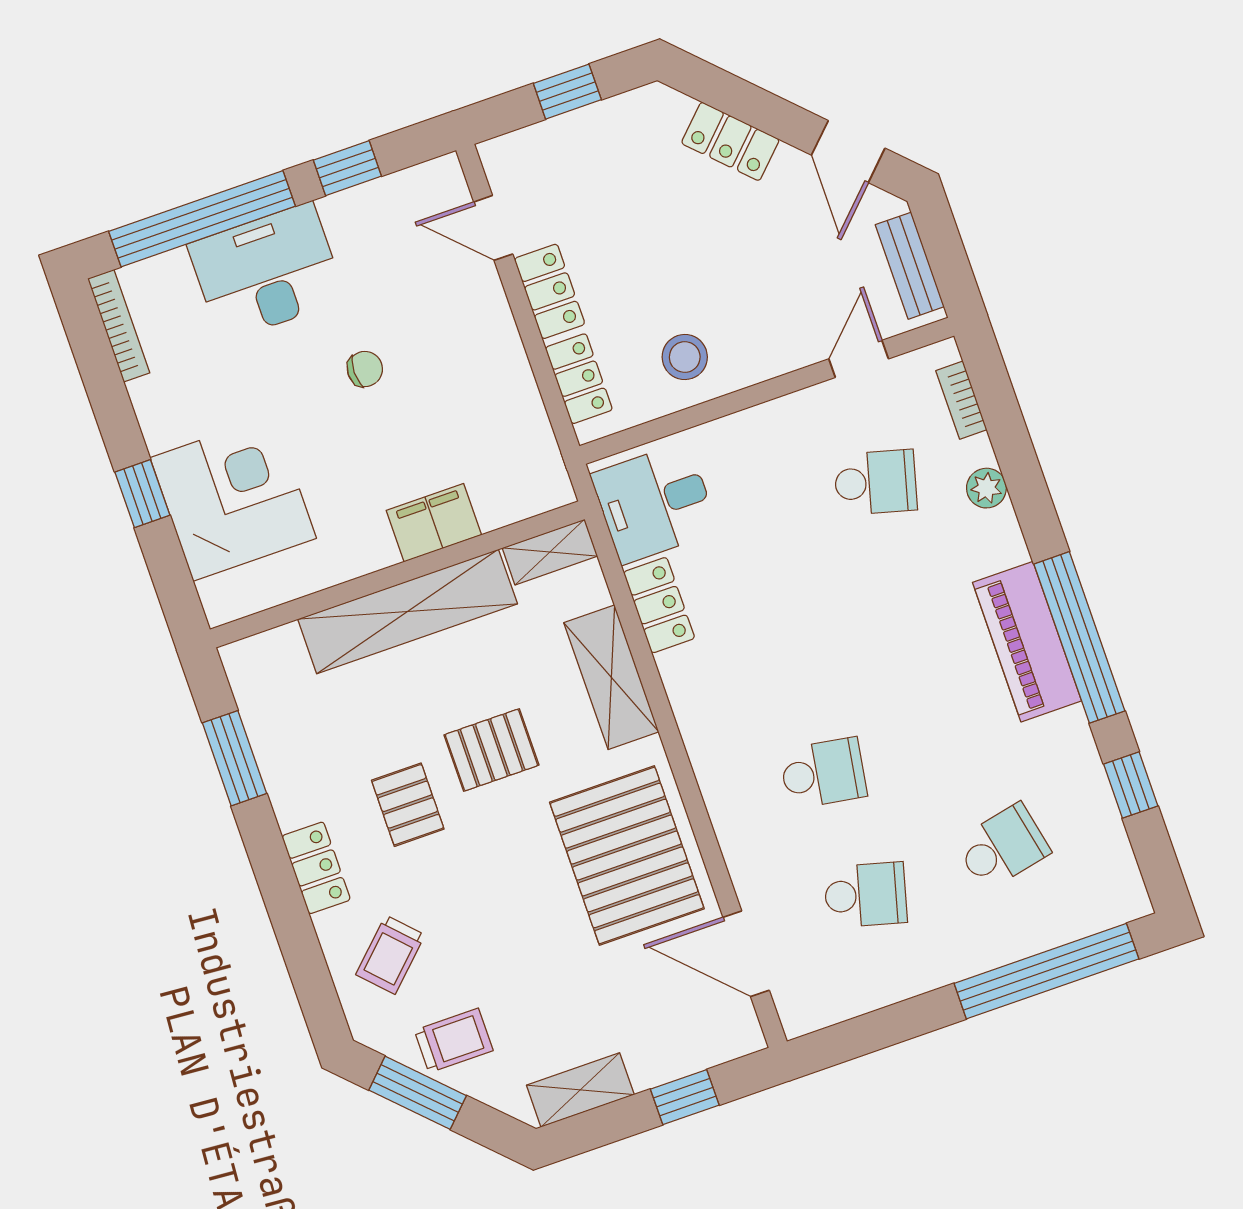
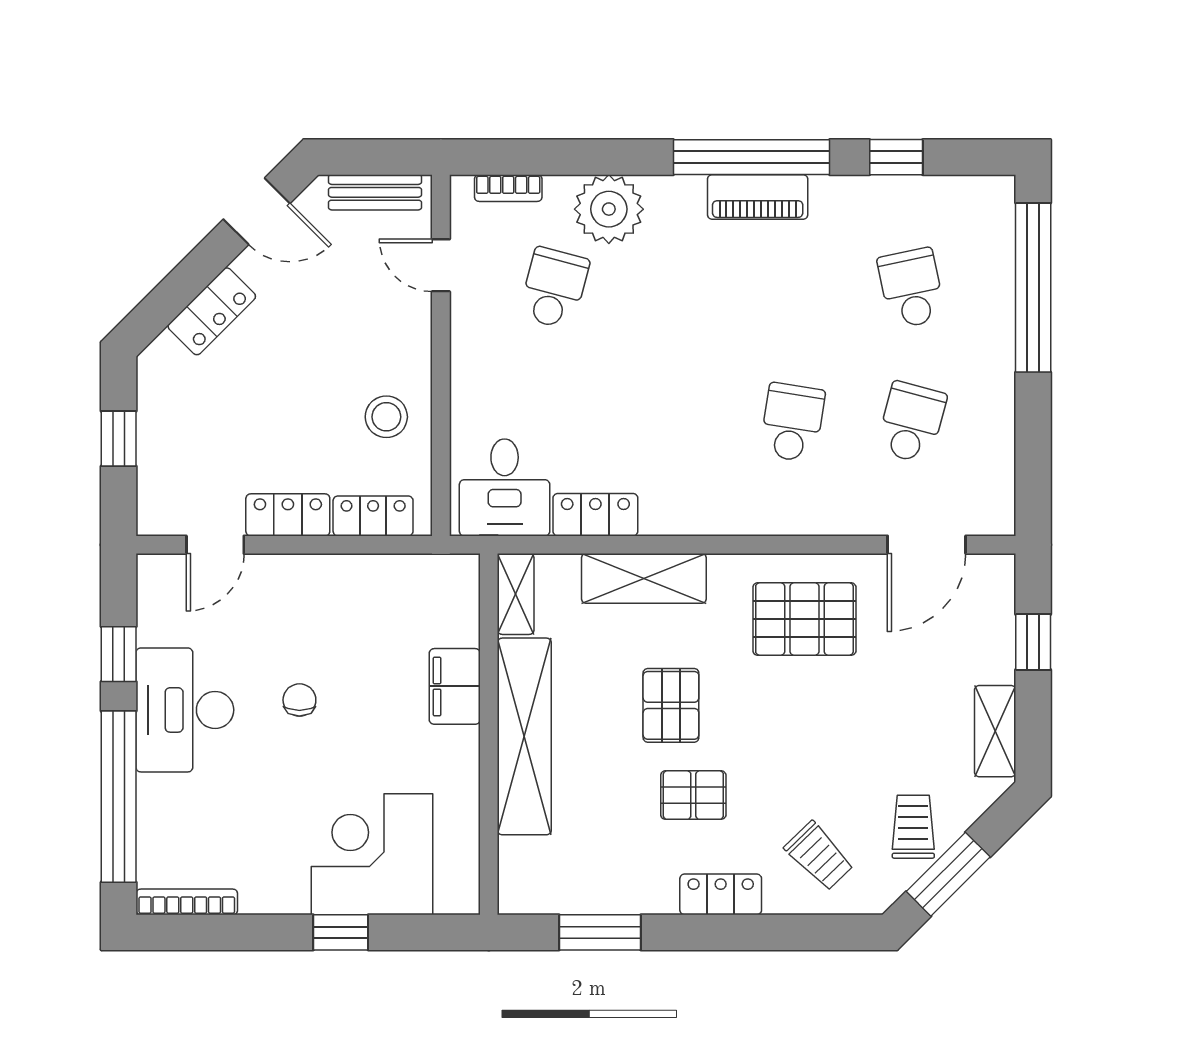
desk: (267, 272) -> (185, 710), moved
plant: (986, 488) -> (609, 209), width x1.87, depth x1.87
piano: (1027, 642) -> (758, 197), width x0.73, depth x0.75
pallet: (627, 856) -> (804, 619), width x0.73, depth x0.71

